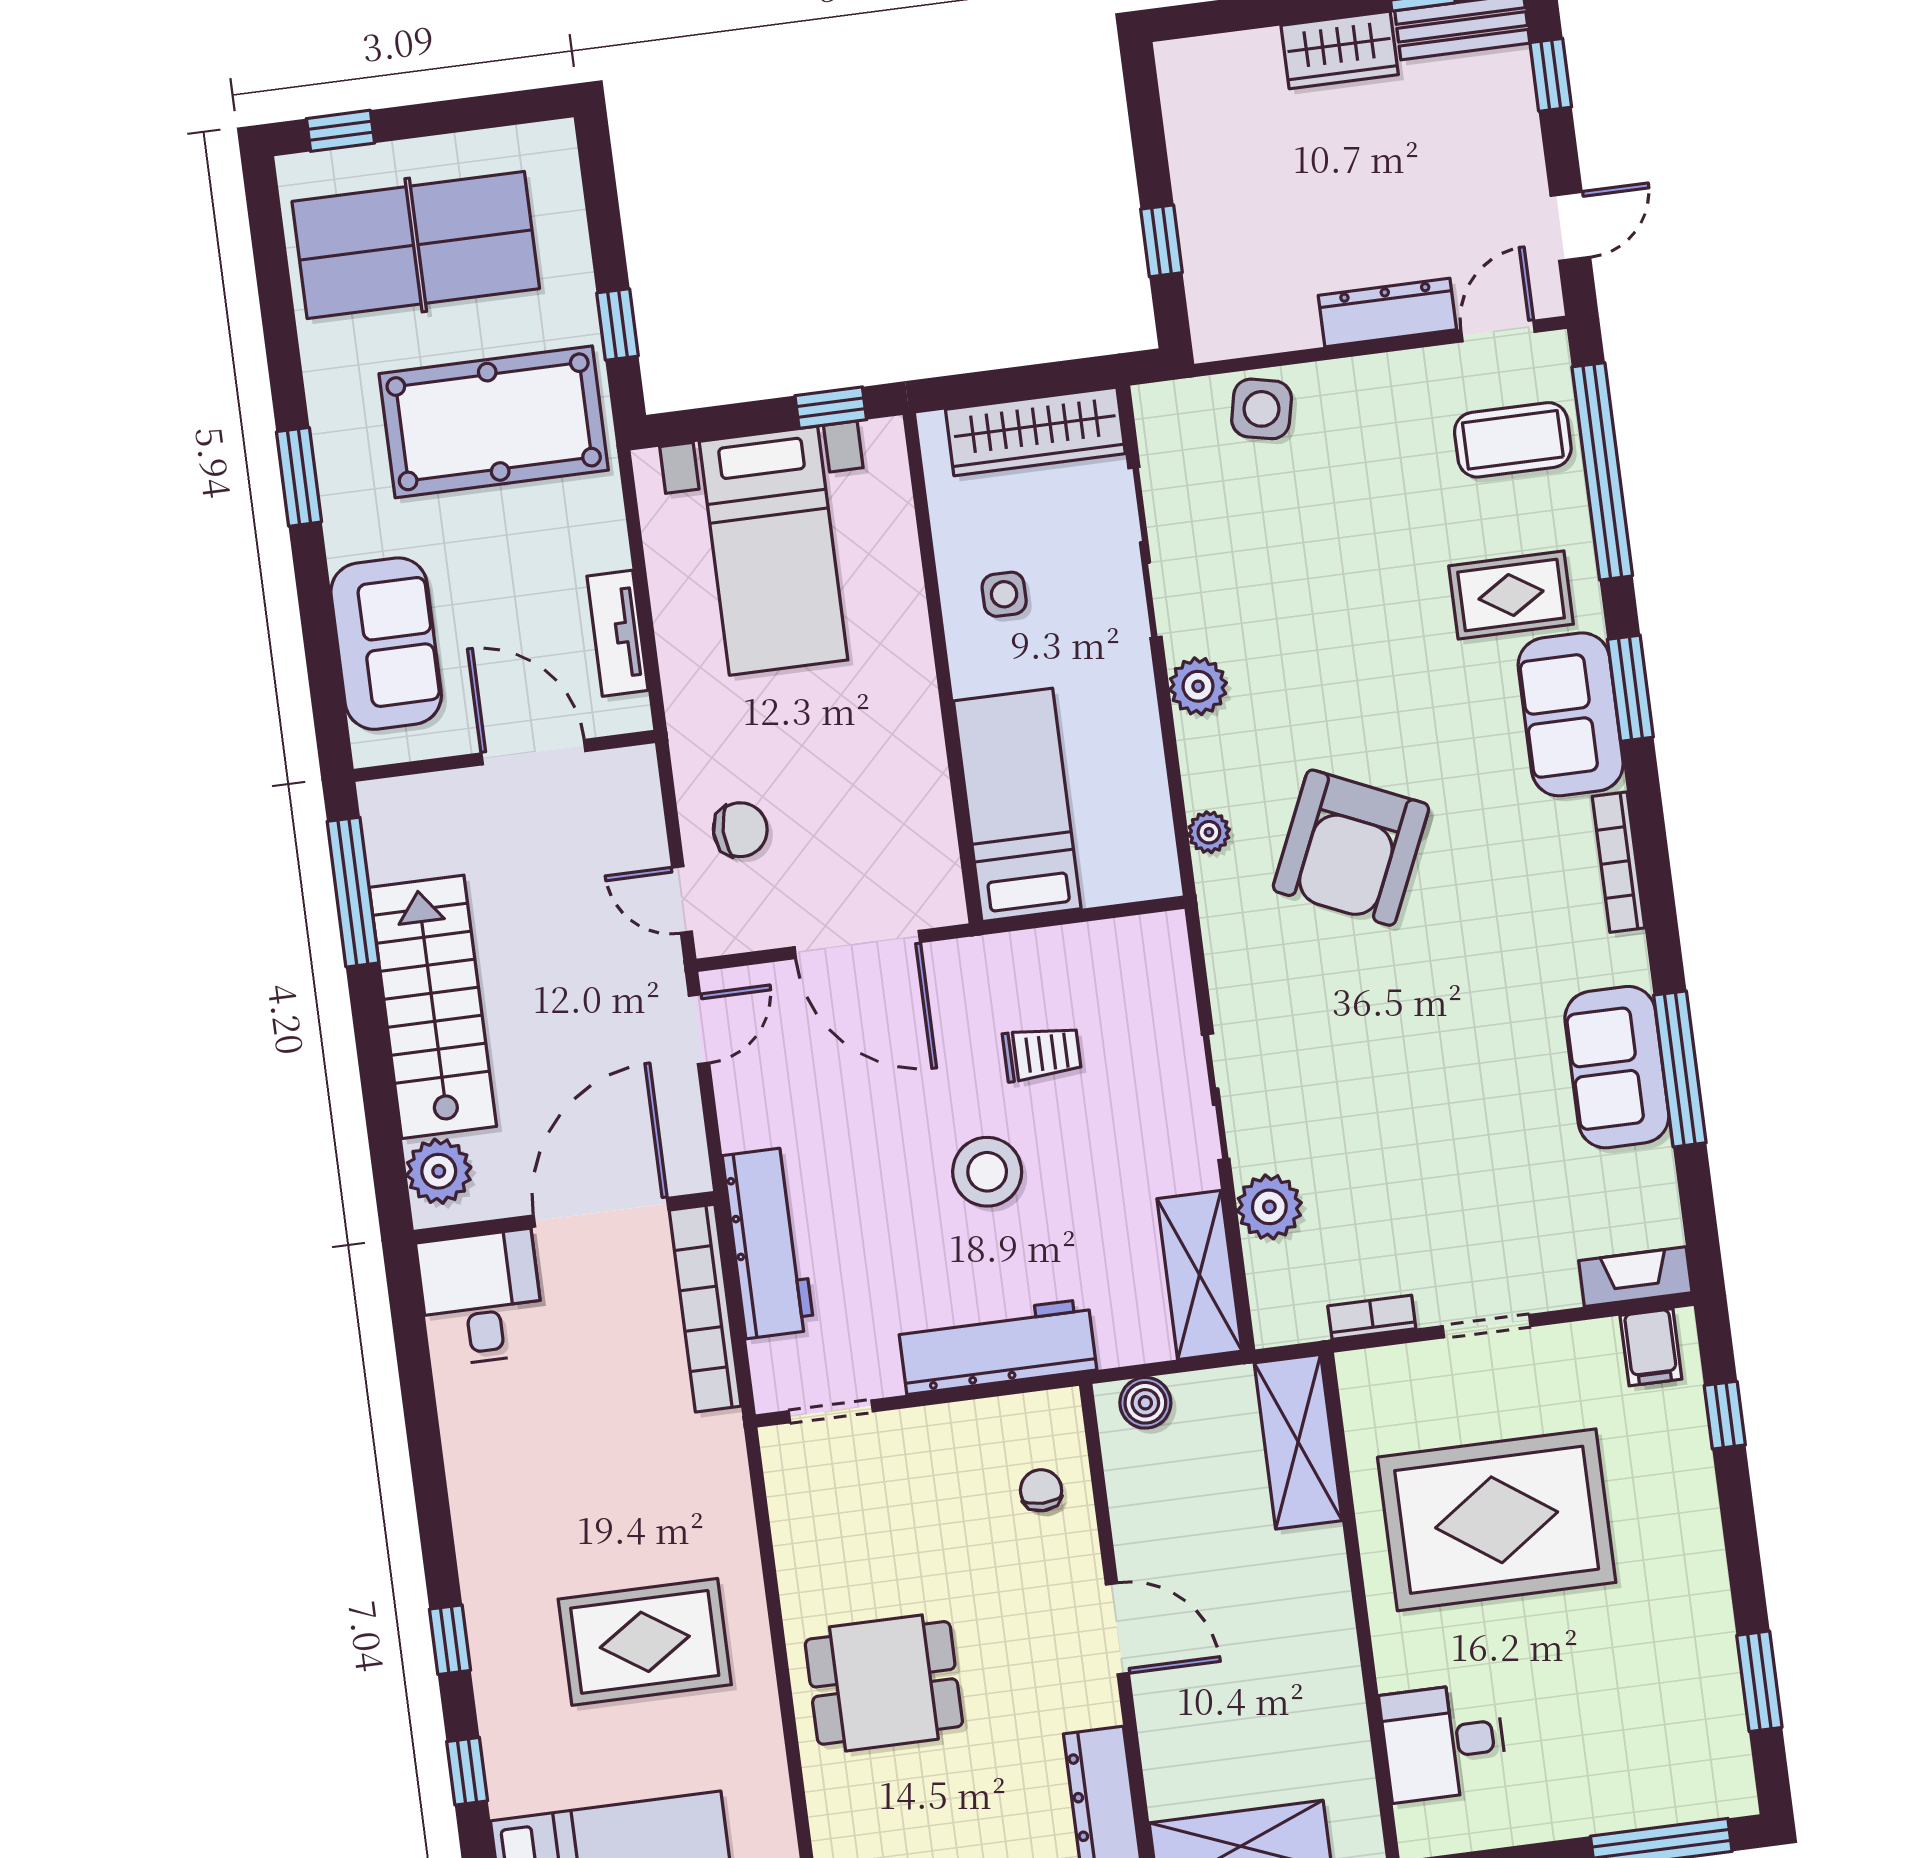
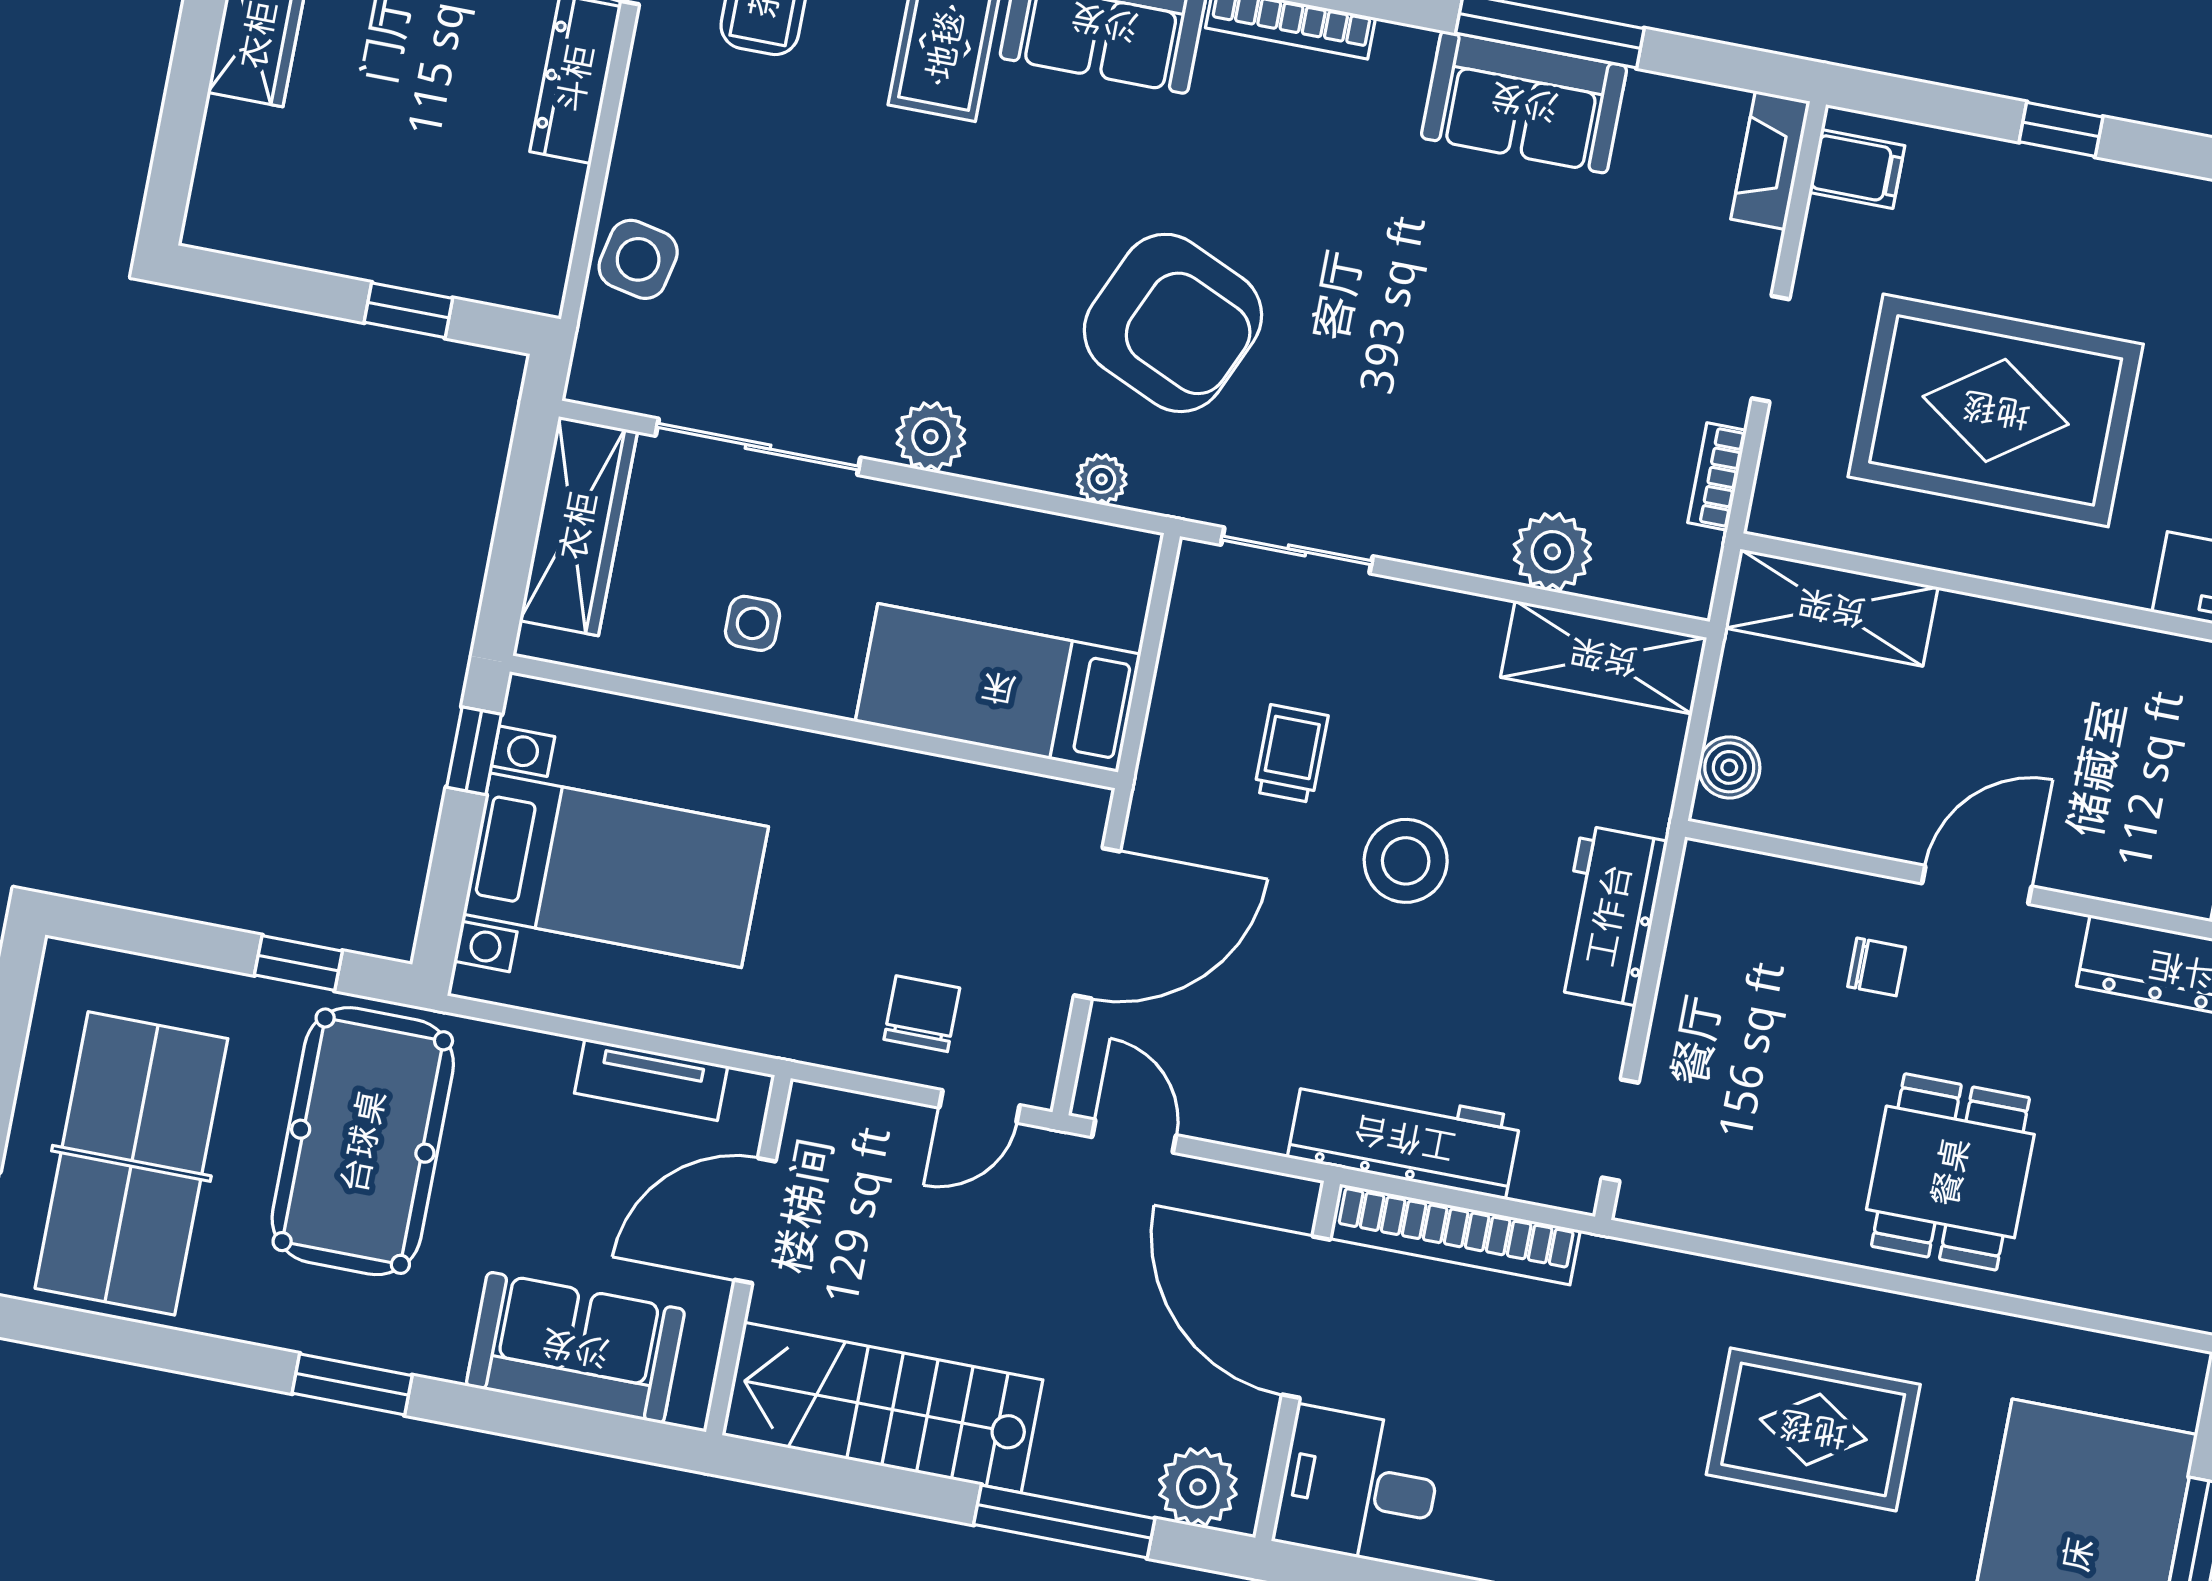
window: (353, 892) -> (1064, 1521), moved
stairs: (433, 1007) -> (882, 1408), moved
sliding door: (1216, 1097) -> (1297, 550), moved
workbench: (997, 1347) -> (1609, 915), width x0.73
window: (1725, 1415) -> (2061, 129), moved
chair: (1041, 1490) -> (1877, 967), moved, turned 180
rug: (1497, 1520) -> (1996, 410), turned 90
rug: (645, 1642) -> (1813, 1429), turned 90

